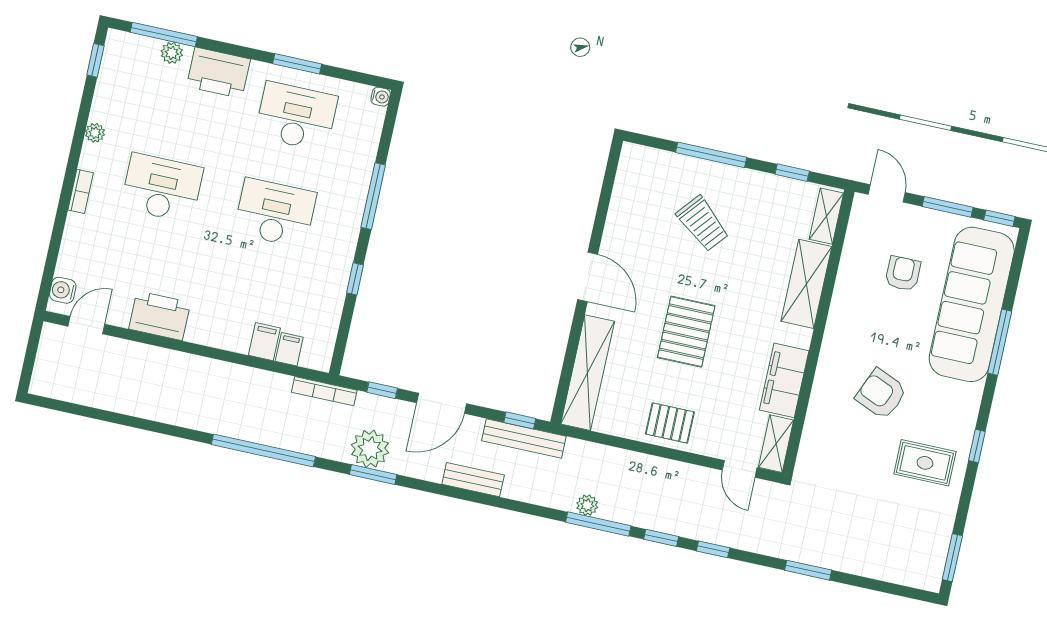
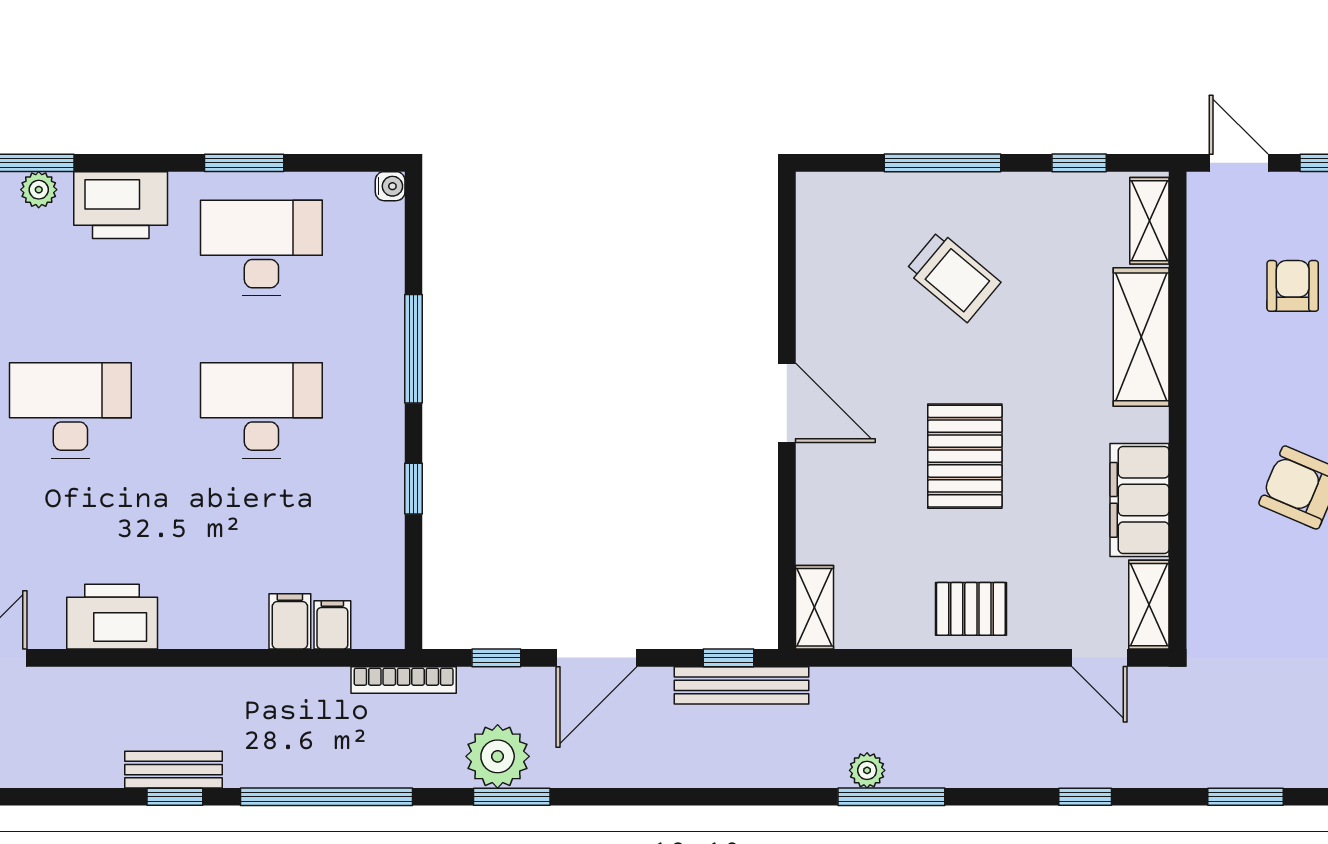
shelving: (588, 373) -> (814, 607), width x0.45, depth x0.75
bench: (473, 480) -> (173, 770), moved
window: (661, 538) -> (175, 797), moved

